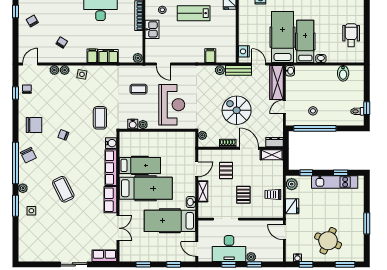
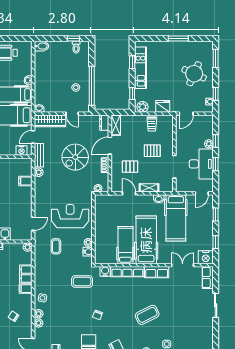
bidet: (343, 73) -> (42, 46), moved
nightstand: (127, 254) -> (206, 257), added

